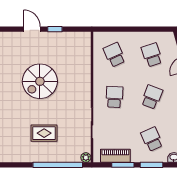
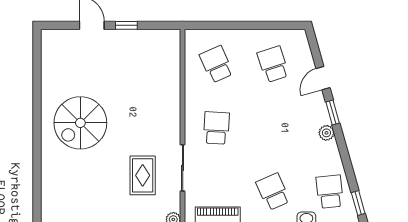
spiral stairs: (40, 81) -> (80, 123), moved
school desk: (152, 97) -> (273, 128), removed
rug: (44, 133) -> (143, 175), moved, turned 90

